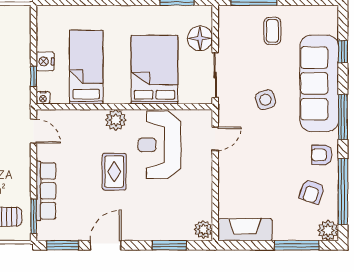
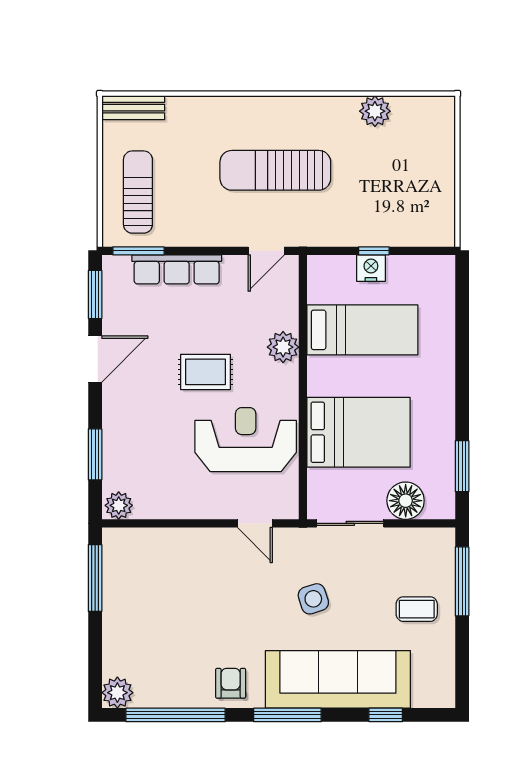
window: (34, 76) -> (374, 251), moved
nightstand: (43, 98) -> (316, 265), removed
plant: (116, 120) -> (283, 347), moved
armchair: (312, 192) -> (175, 668), removed
fireplace: (245, 230) -> (119, 568), removed
door: (106, 245) -> (95, 359), hinge flipped
window: (297, 245) -> (95, 578), moved

